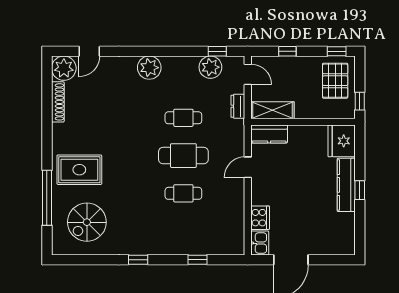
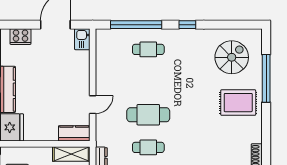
cafe table: (183, 193) -> (148, 49), moved
cooker: (260, 218) -> (20, 37), moved, turned -90
window: (197, 260) -> (136, 25), width x3.17

